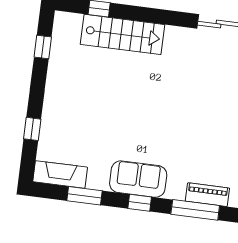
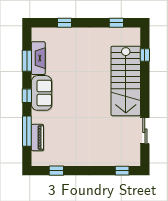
stairs: (122, 34) -> (126, 81), width x1.36, depth x1.51
fireplace: (60, 174) -> (38, 58), moved

